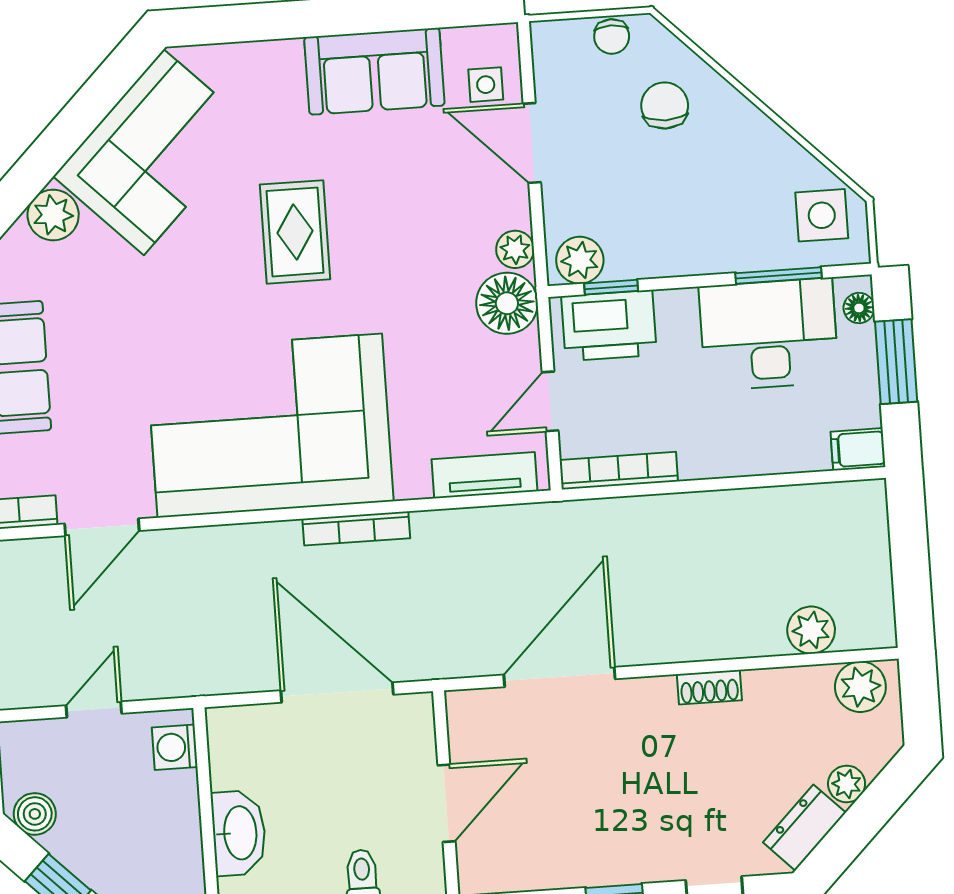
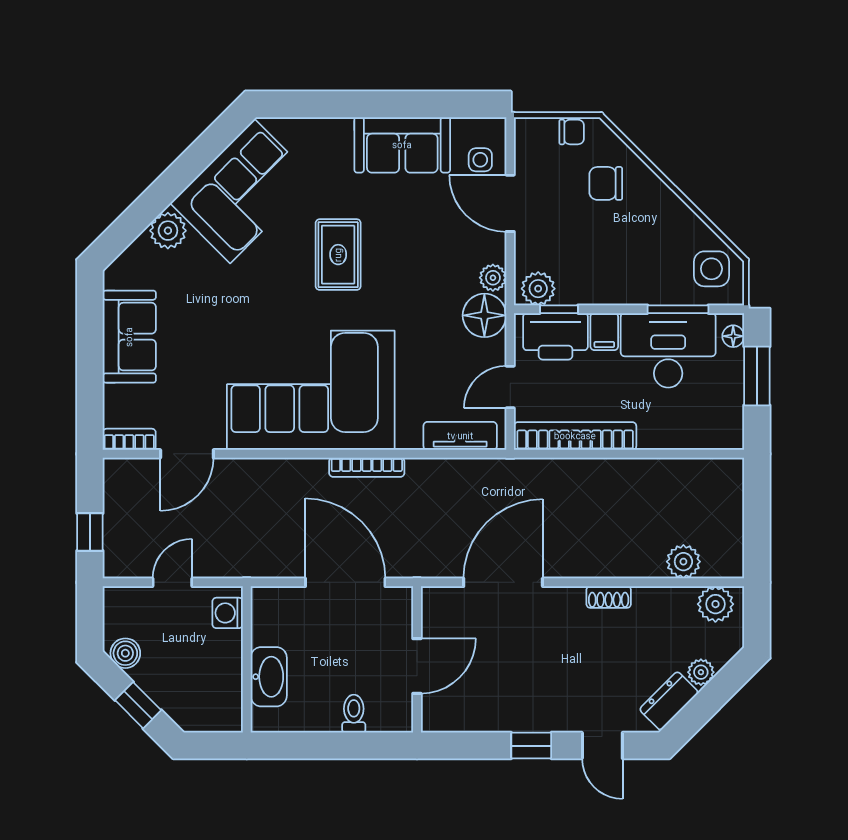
chair: (612, 37) -> (572, 132), turned -90
chair: (665, 106) -> (606, 183), turned -90
filing cabinet: (858, 449) -> (604, 332), moved, turned -90
bookcase: (619, 471) -> (575, 436), width x1.48, depth x1.31

